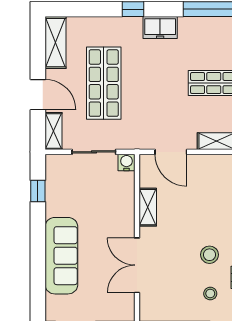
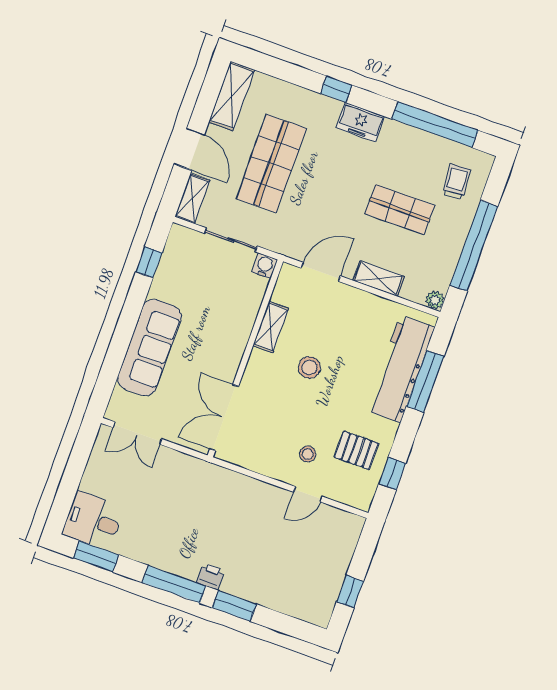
door: (171, 152) -> (321, 272), swing flipped
stool: (209, 255) -> (309, 367), moved
double door: (137, 265) -> (224, 418), moved

